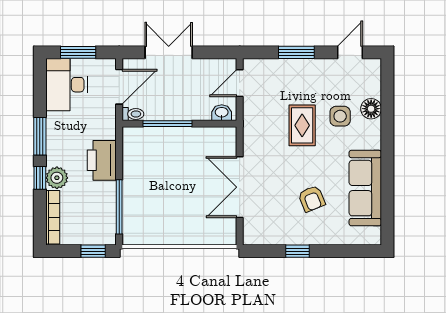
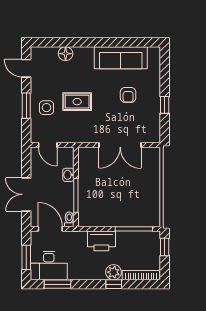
washbasin: (222, 113) -> (68, 175), moved
side table: (340, 116) -> (46, 108), moved
window: (40, 136) -> (58, 284), moved
armchair: (312, 199) -> (128, 95), turned 112

